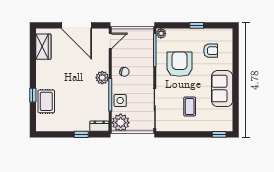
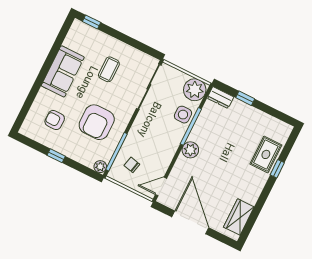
chair: (124, 72) -> (132, 165), moved

